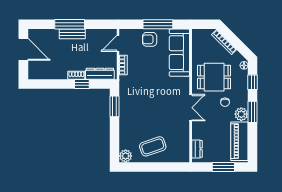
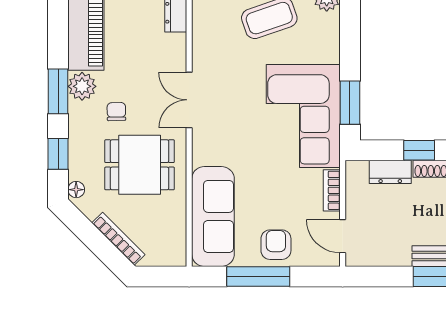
armchair: (150, 39) -> (276, 245), turned -90
door: (118, 43) -> (343, 236), swing flipped
dresser: (100, 74) -> (390, 172), width x0.70
corner sofa: (137, 100) -> (303, 116), added

